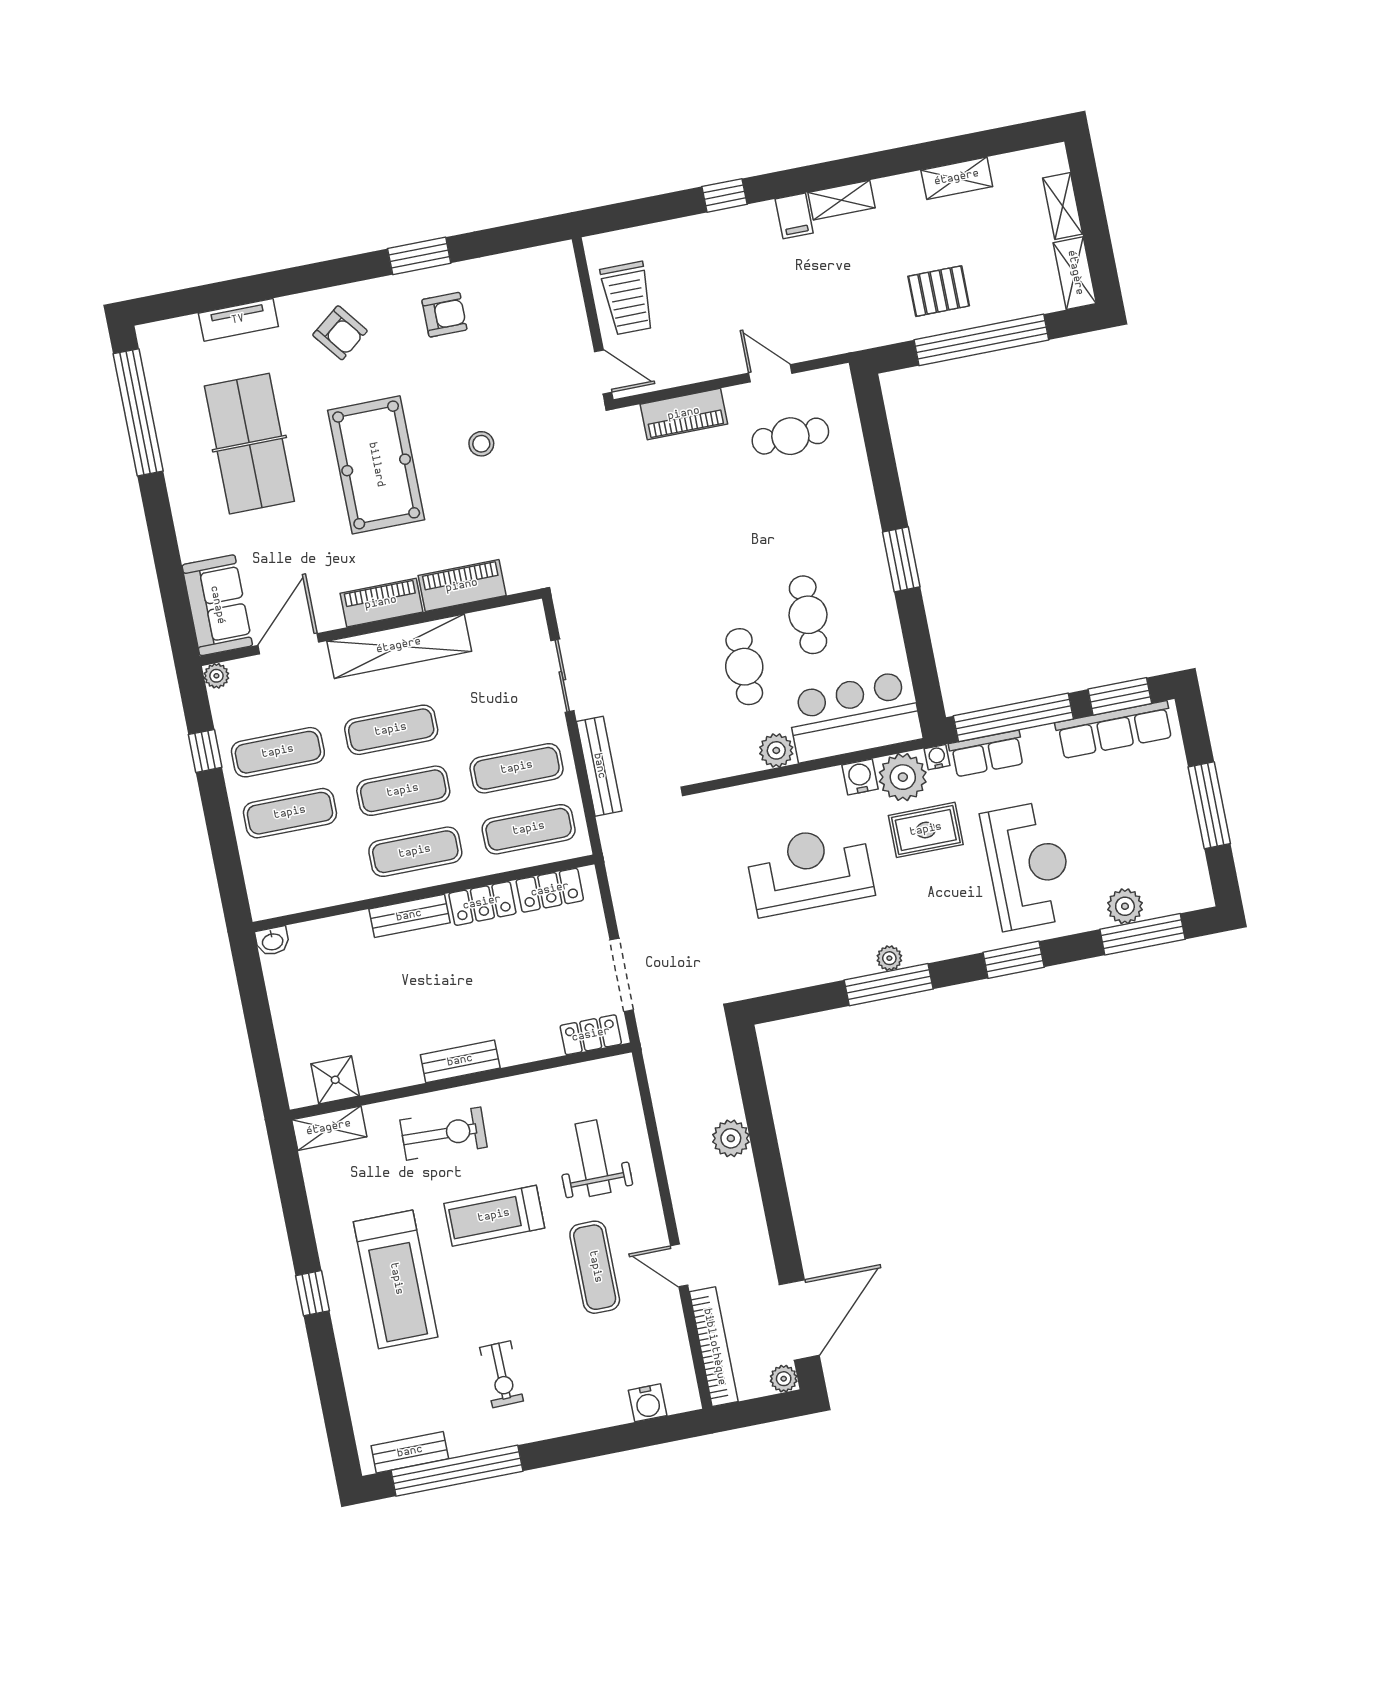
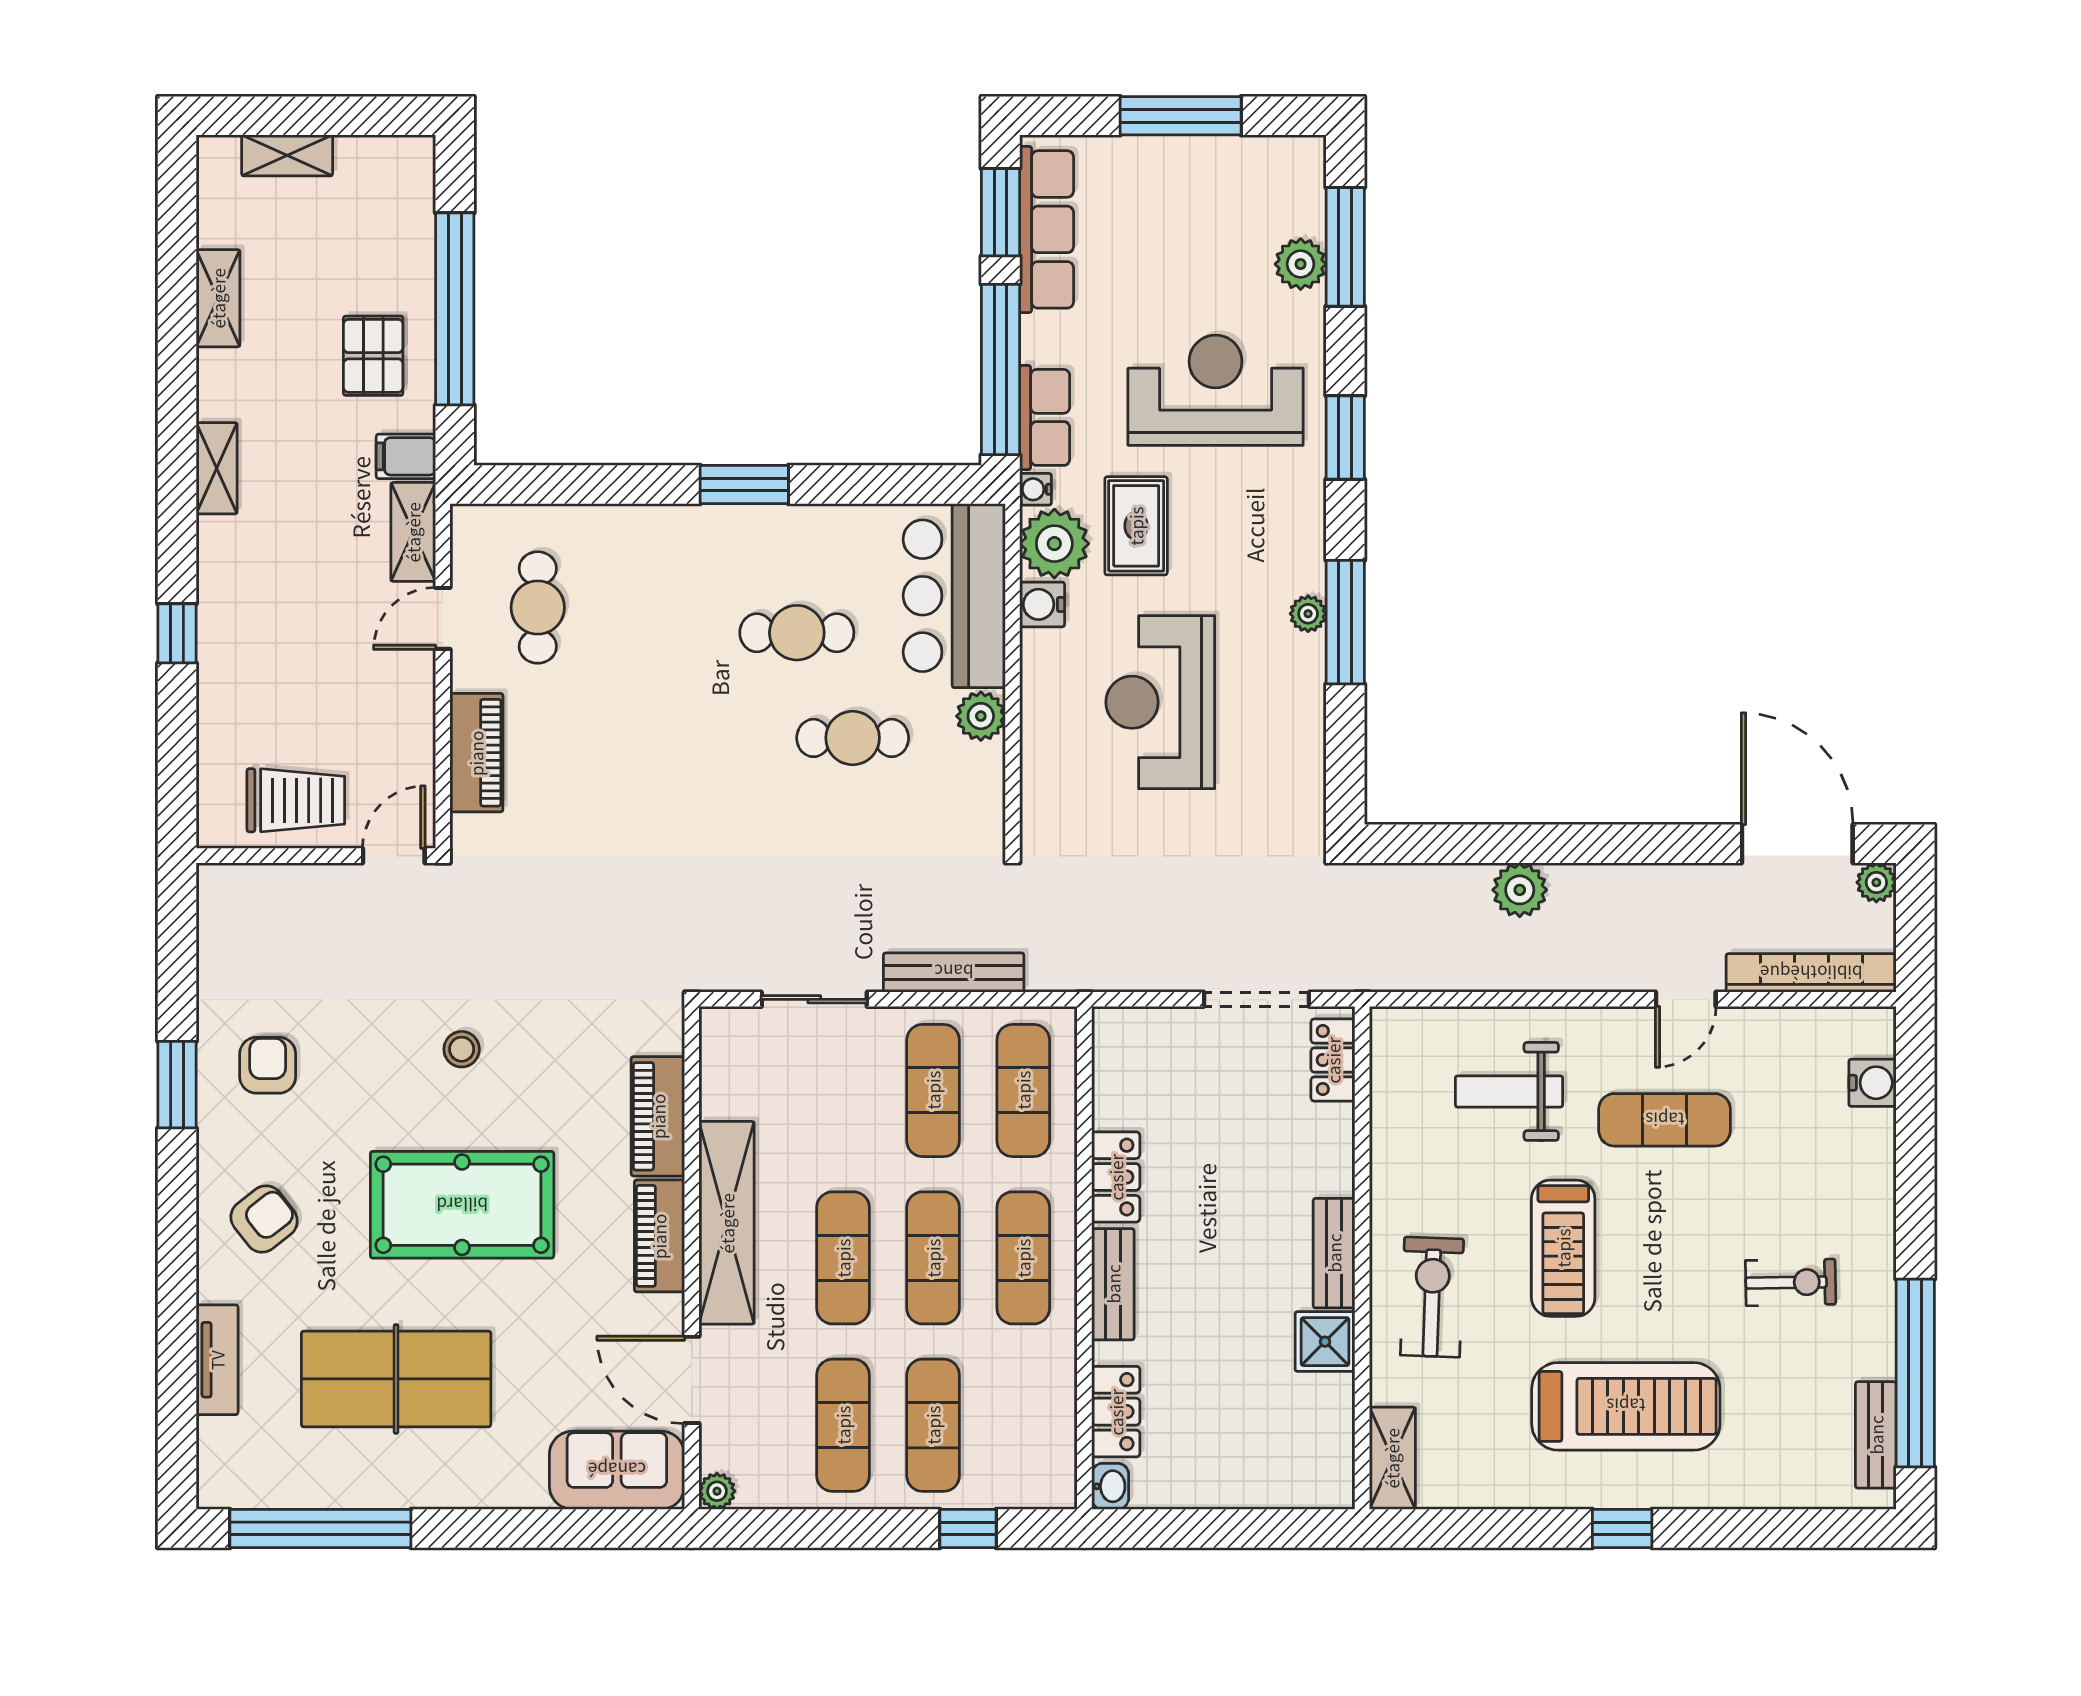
filing cabinet: (794, 216) -> (406, 456), moved, turned 180
shelving: (1075, 273) -> (413, 532), moved, turned 90
window: (205, 751) -> (968, 1528), moved
locker: (550, 890) -> (1116, 1412), moved
shower: (335, 1080) -> (1325, 1342), moved

